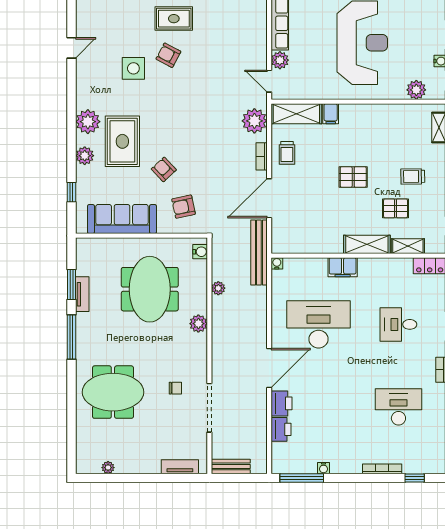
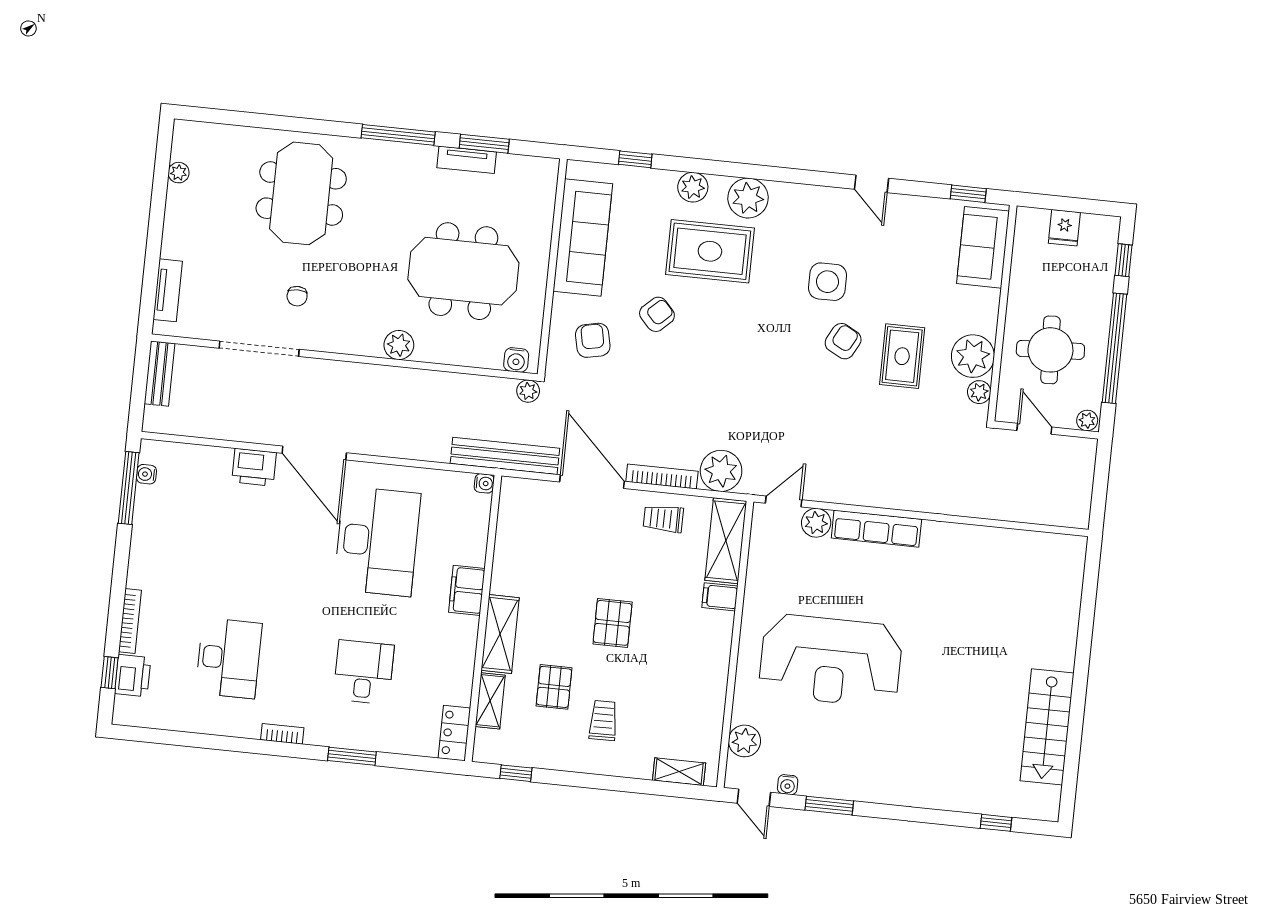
bookcase: (262, 156) -> (662, 476), width x1.56
plant: (218, 288) -> (528, 391), moved
printer: (281, 429) -> (133, 676), moved, turned -90
water cooler: (324, 468) -> (146, 474), moved

